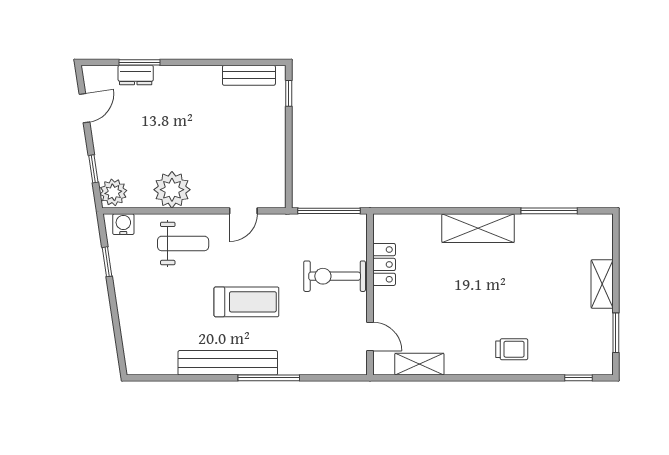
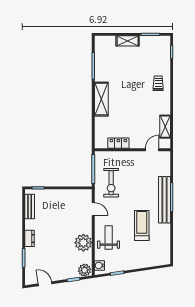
dresser: (136, 75) -> (30, 238), moved
exercise bike: (335, 276) -> (111, 183), moved
treadmill: (246, 302) -> (142, 225), moved
bench: (228, 363) -> (165, 200), moved

